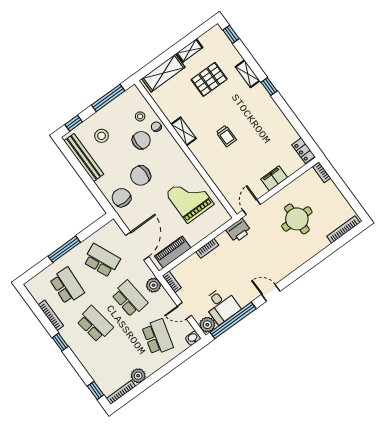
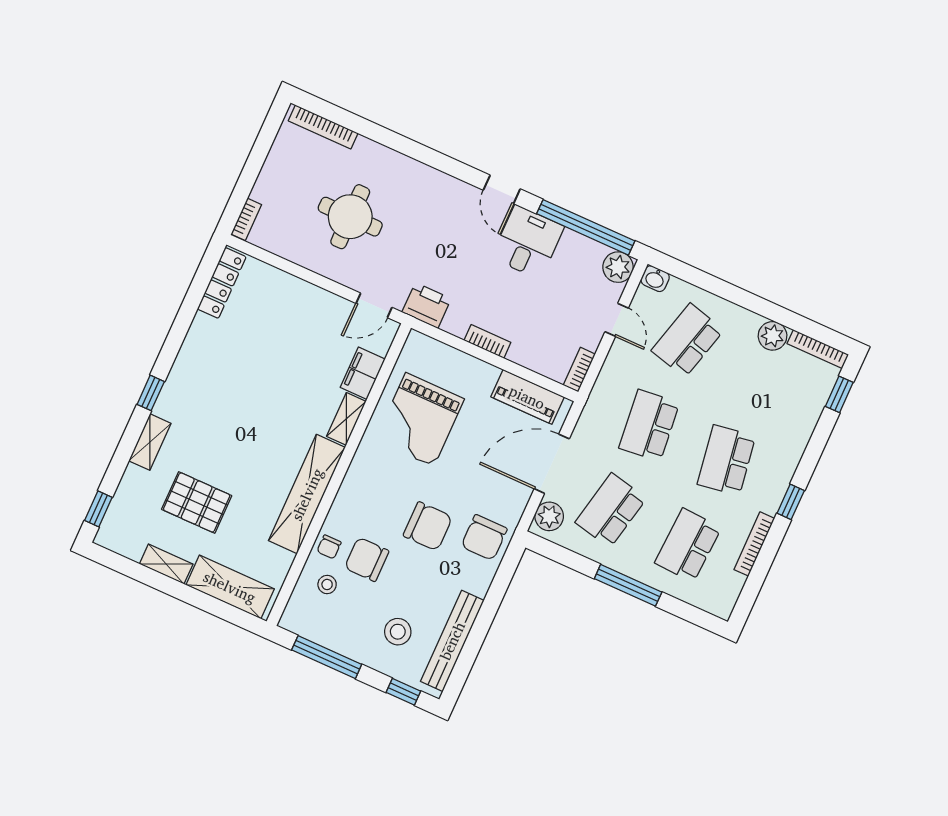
shelving: (184, 131) -> (307, 494), width x2.20, depth x1.33
trolley: (226, 136) -> (277, 418), removed
locker: (303, 151) -> (222, 283), width x1.53
shelving: (208, 166) -> (346, 419), added
filing cabinet: (274, 178) -> (363, 373), moved, turned 90
school desk: (102, 260) -> (611, 510), turned 36
plant: (153, 285) -> (549, 516), moved
desk: (221, 305) -> (528, 242), moved

